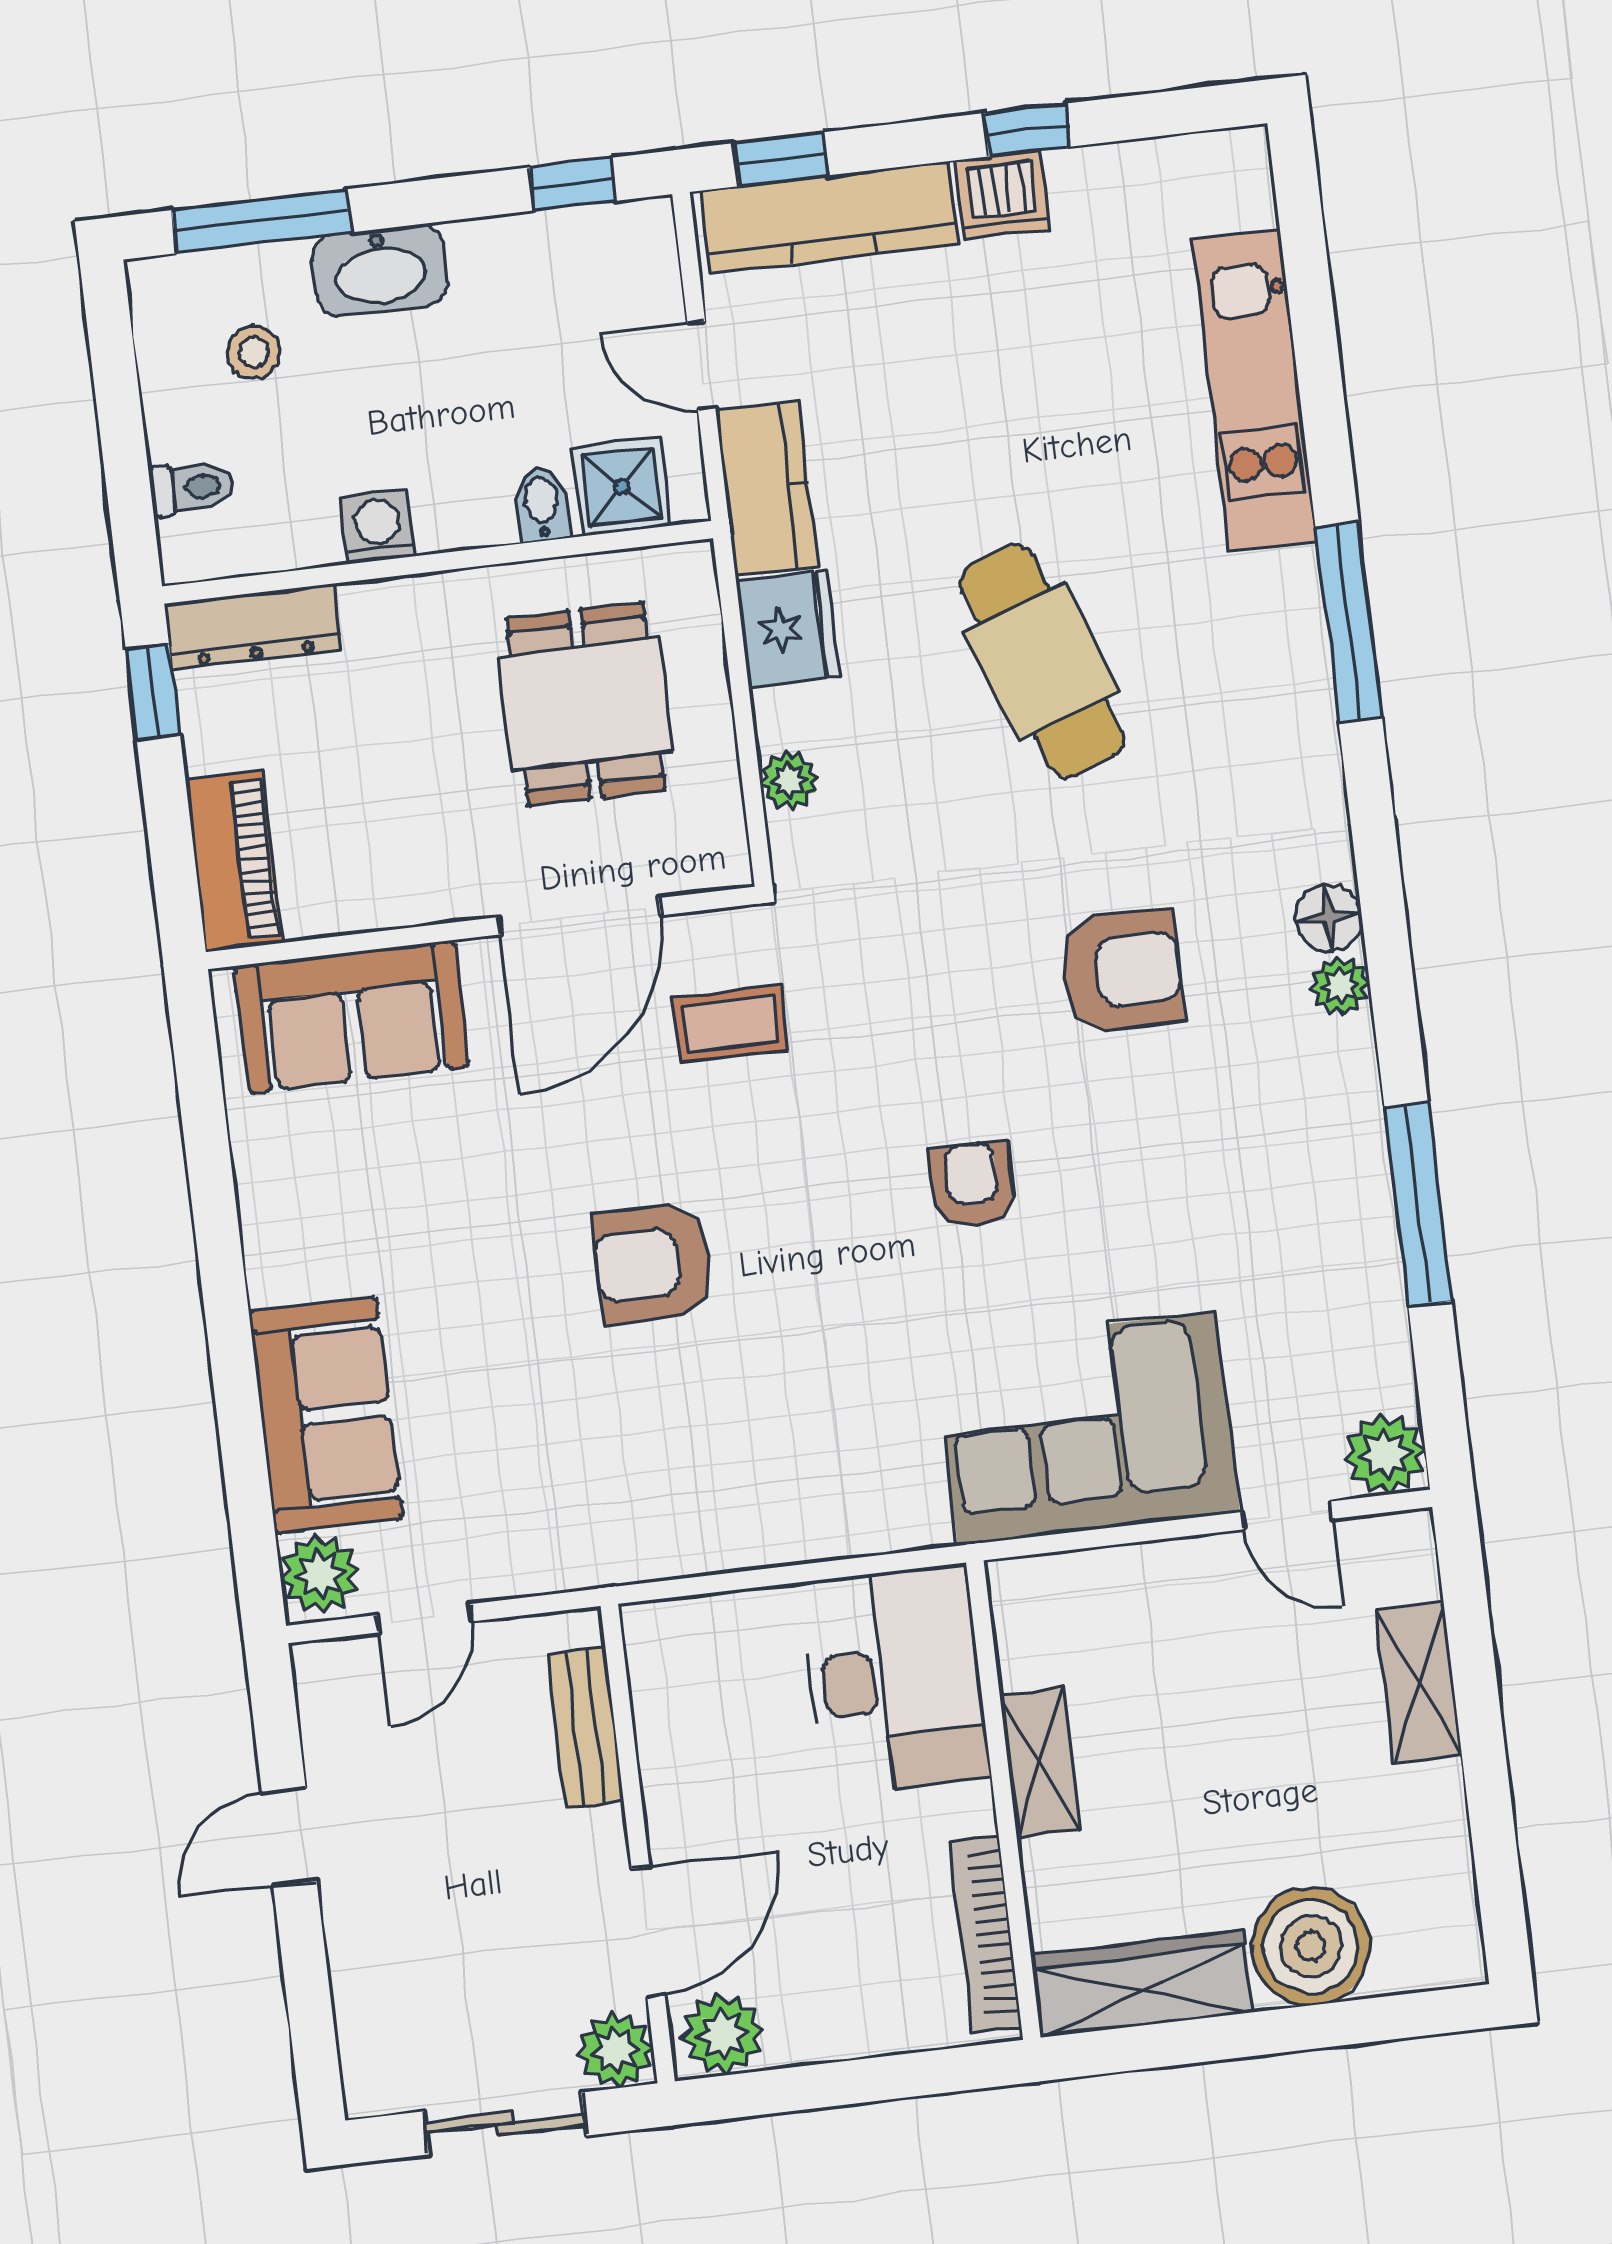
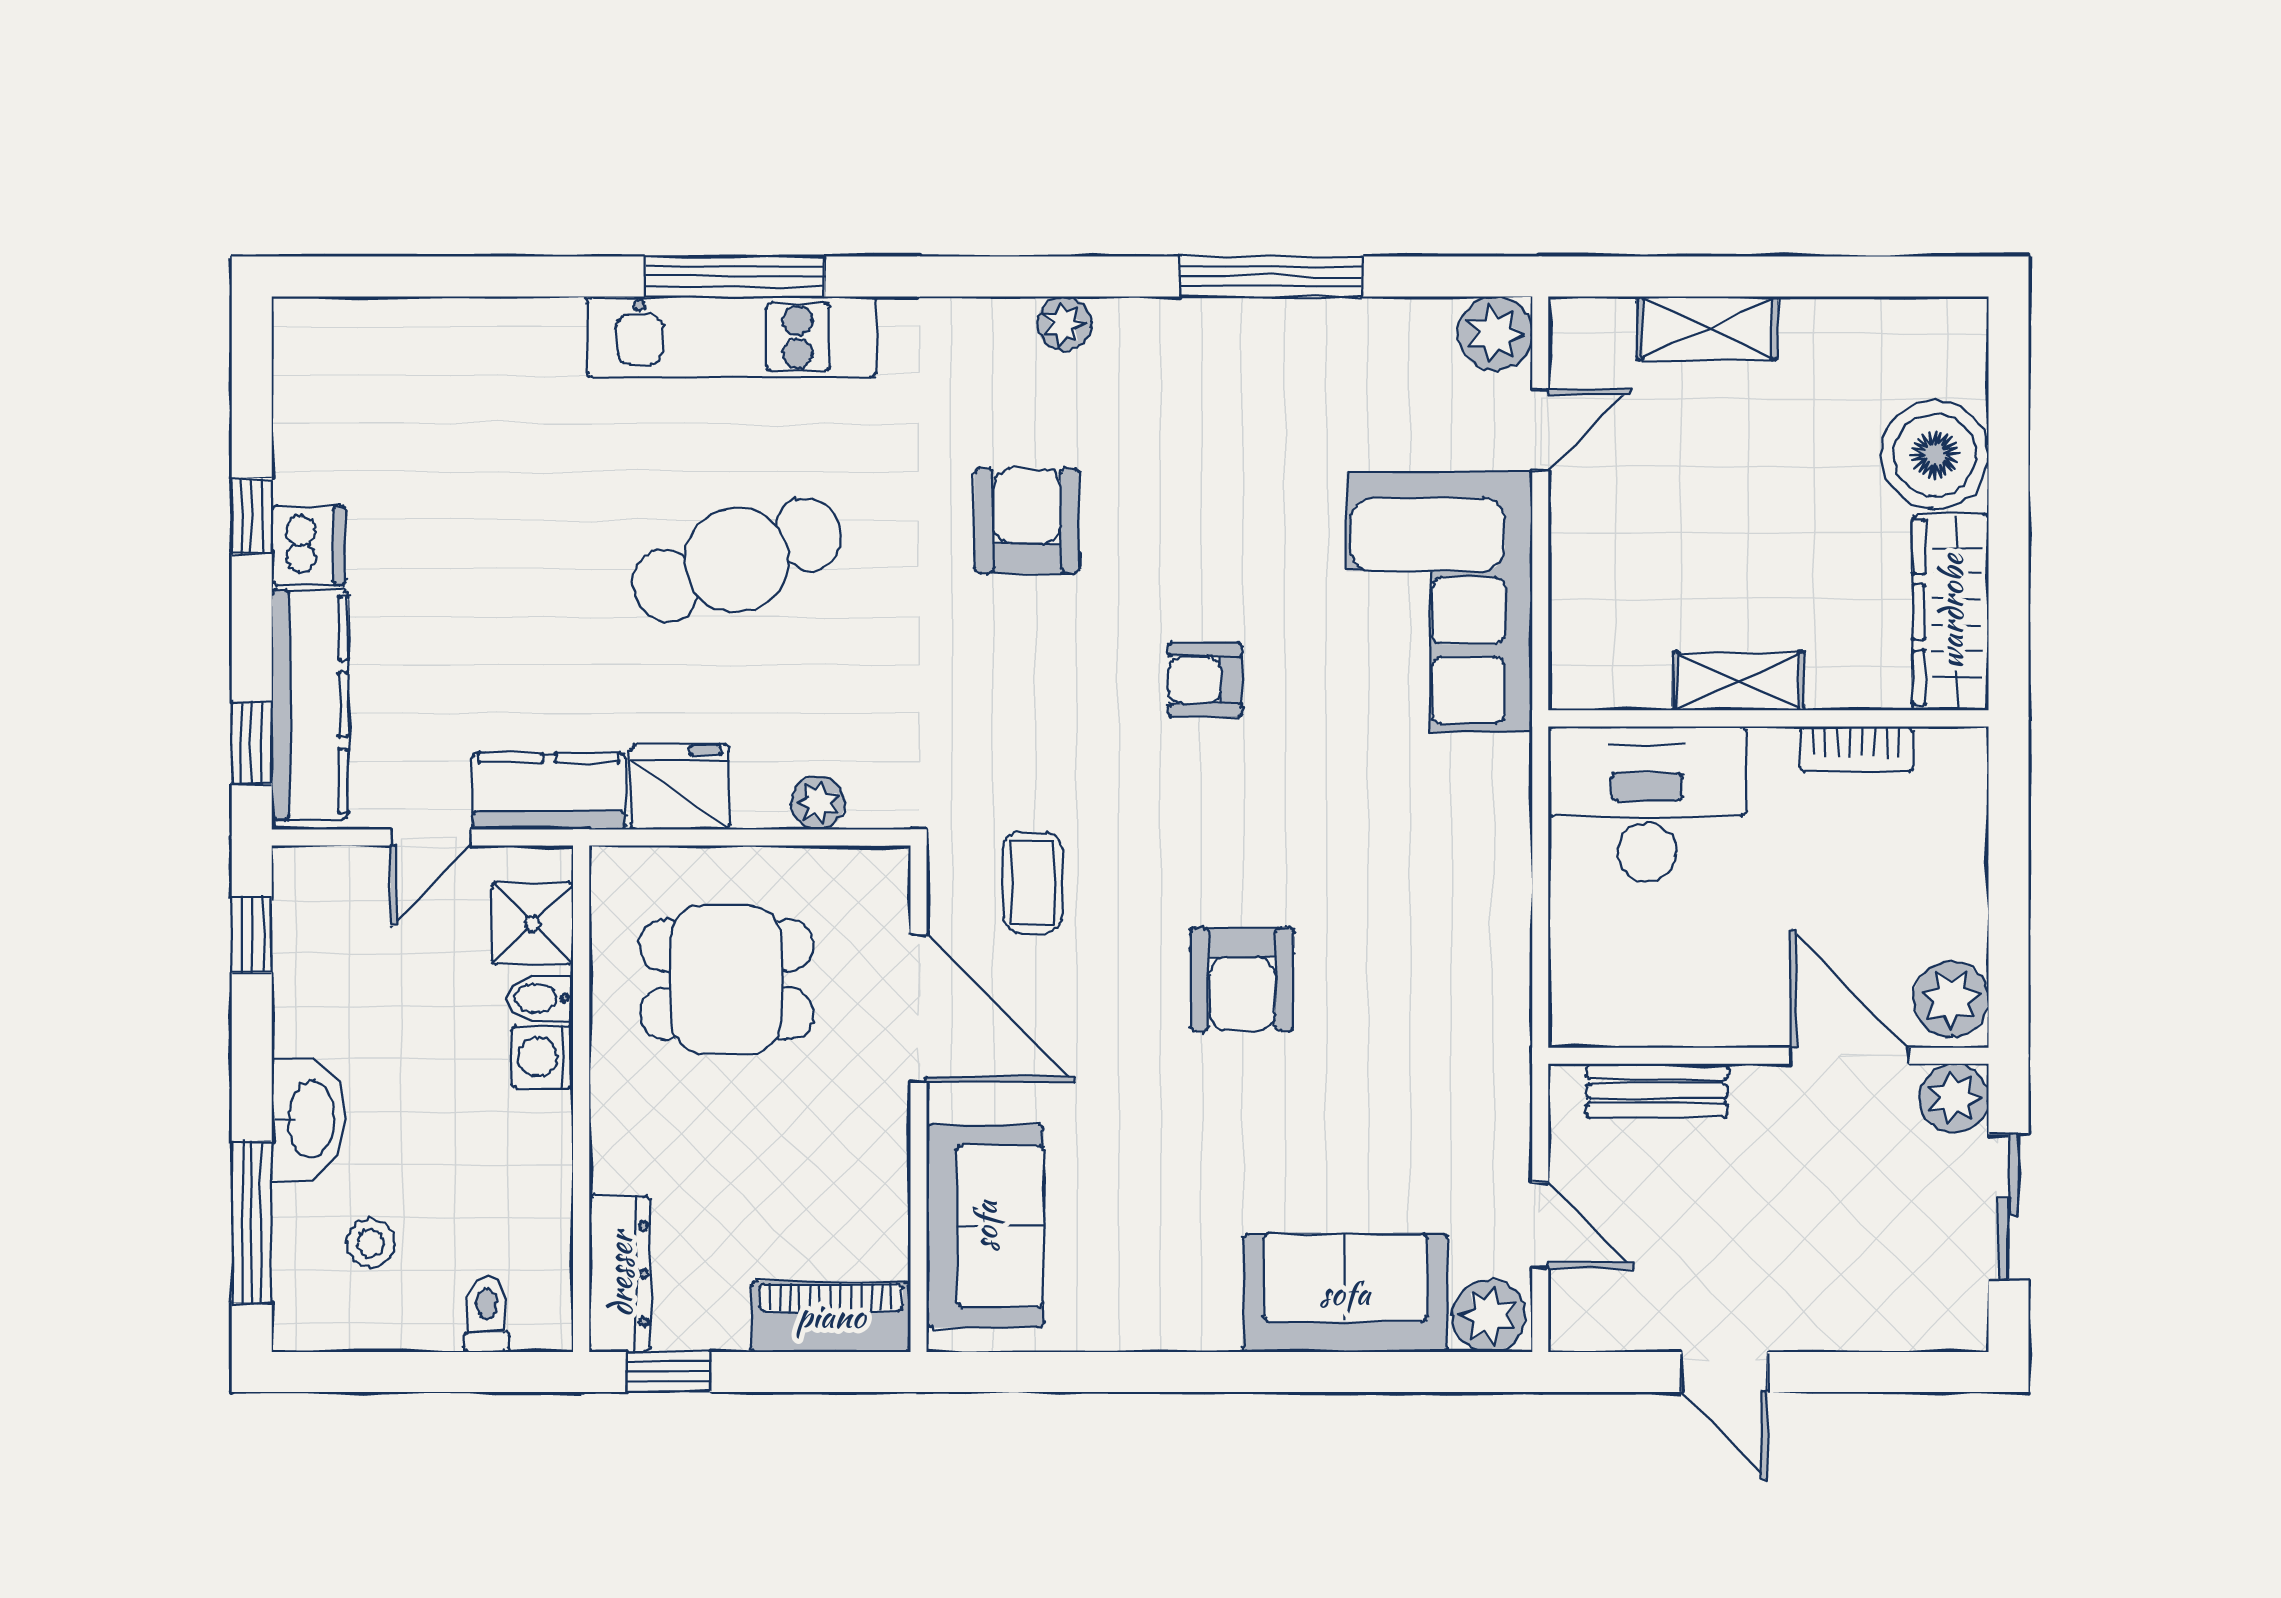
kitchen unit: (1255, 391) -> (732, 337), moved
washing machine: (378, 527) -> (542, 1057), moved
floor lamp: (1329, 918) -> (1001, 327), removed
bookcase: (986, 1934) -> (1857, 749), width x0.64

